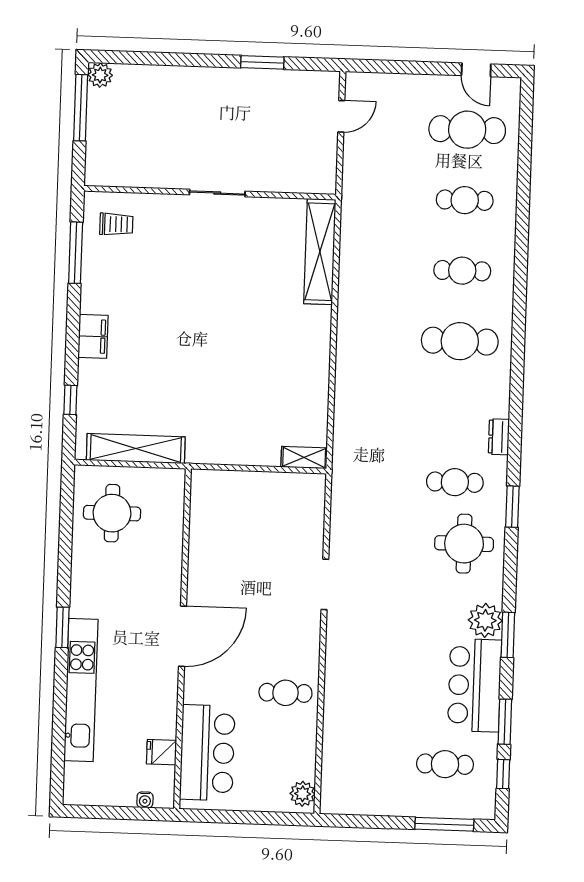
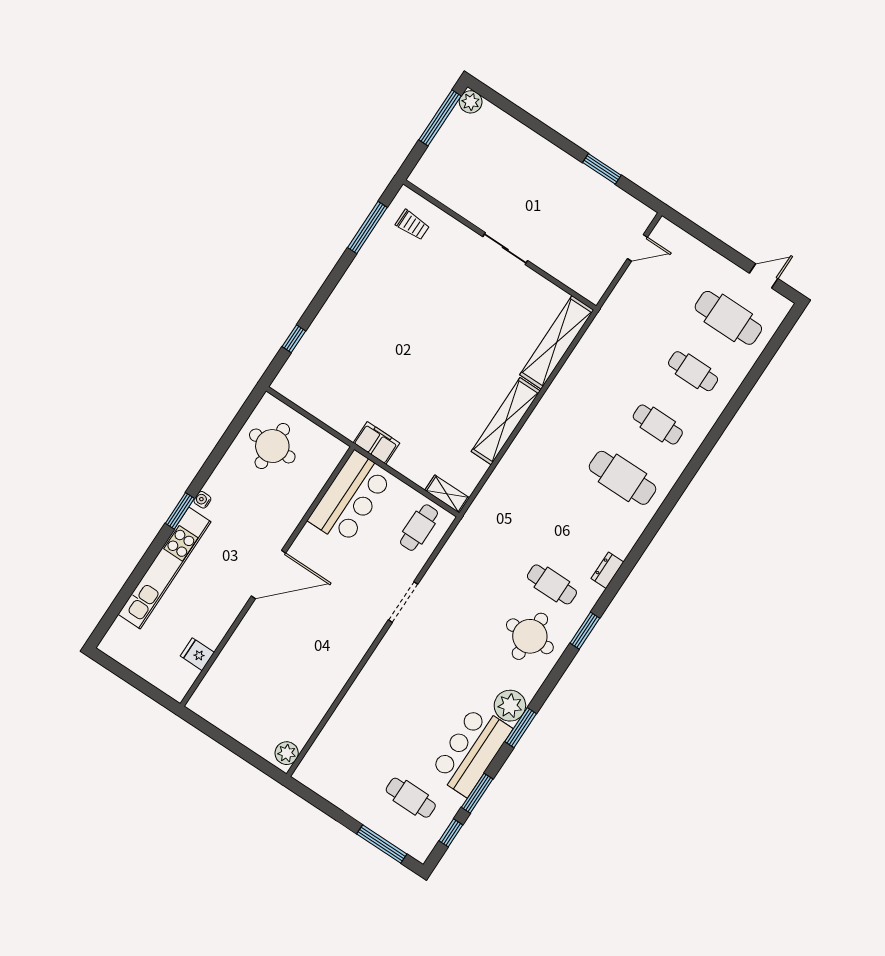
door: (476, 70) -> (764, 276), swing flipped
filing cabinet: (93, 336) -> (376, 443), moved, turned -90
shelving: (136, 449) -> (506, 421), moved, turned 90
cafe table: (285, 693) -> (419, 528), moved, turned 90
bar counter: (207, 753) -> (350, 498), moved
water cooler: (145, 800) -> (202, 500), moved, turned 90

